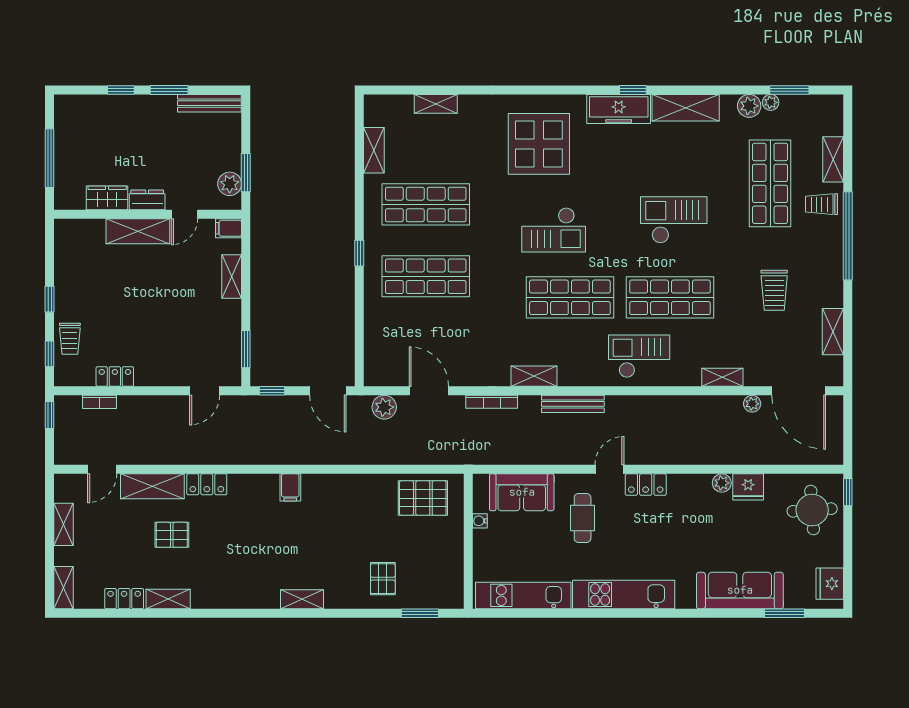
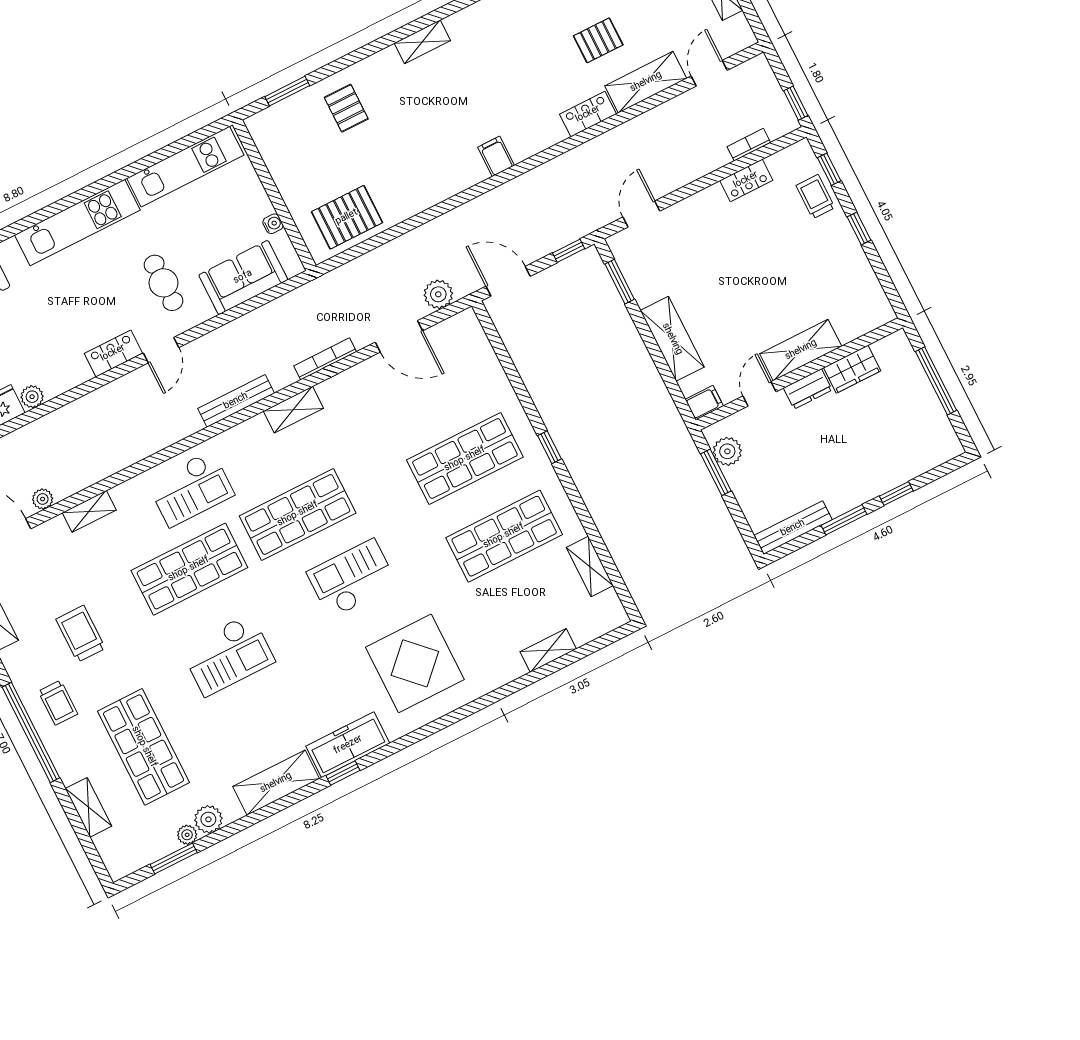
trolley: (821, 204) -> (58, 703), moved, turned 90
shelving: (232, 276) -> (672, 339), width x1.50, depth x1.33

